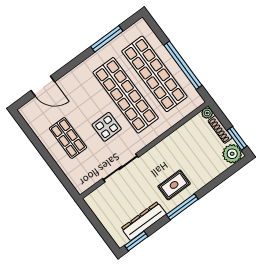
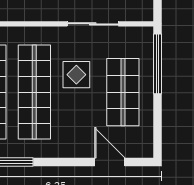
shop shelf: (68, 138) -> (123, 92), width x1.43, depth x1.36
window: (59, 173) -> (158, 64), added

